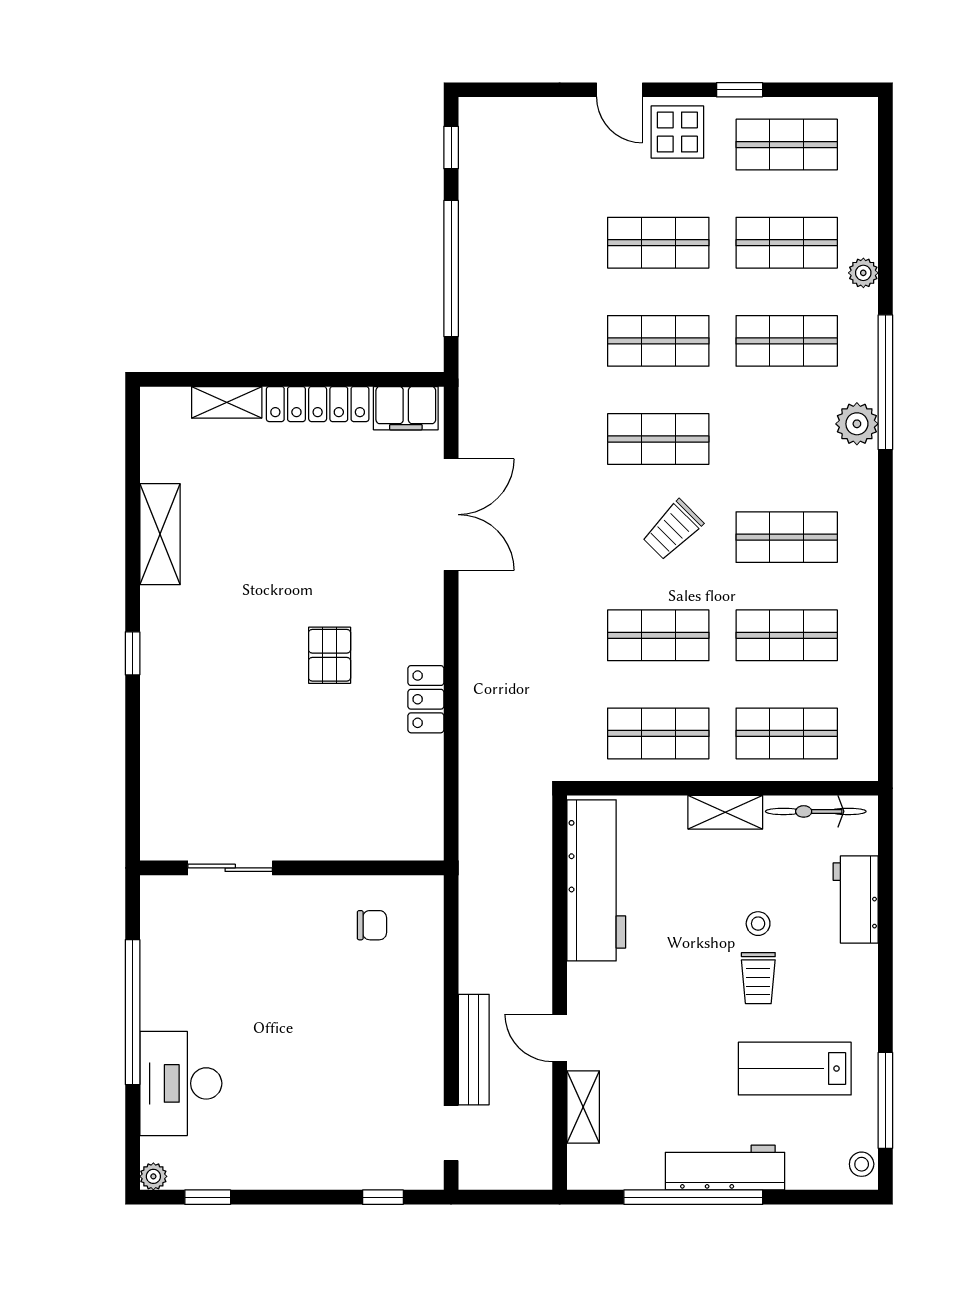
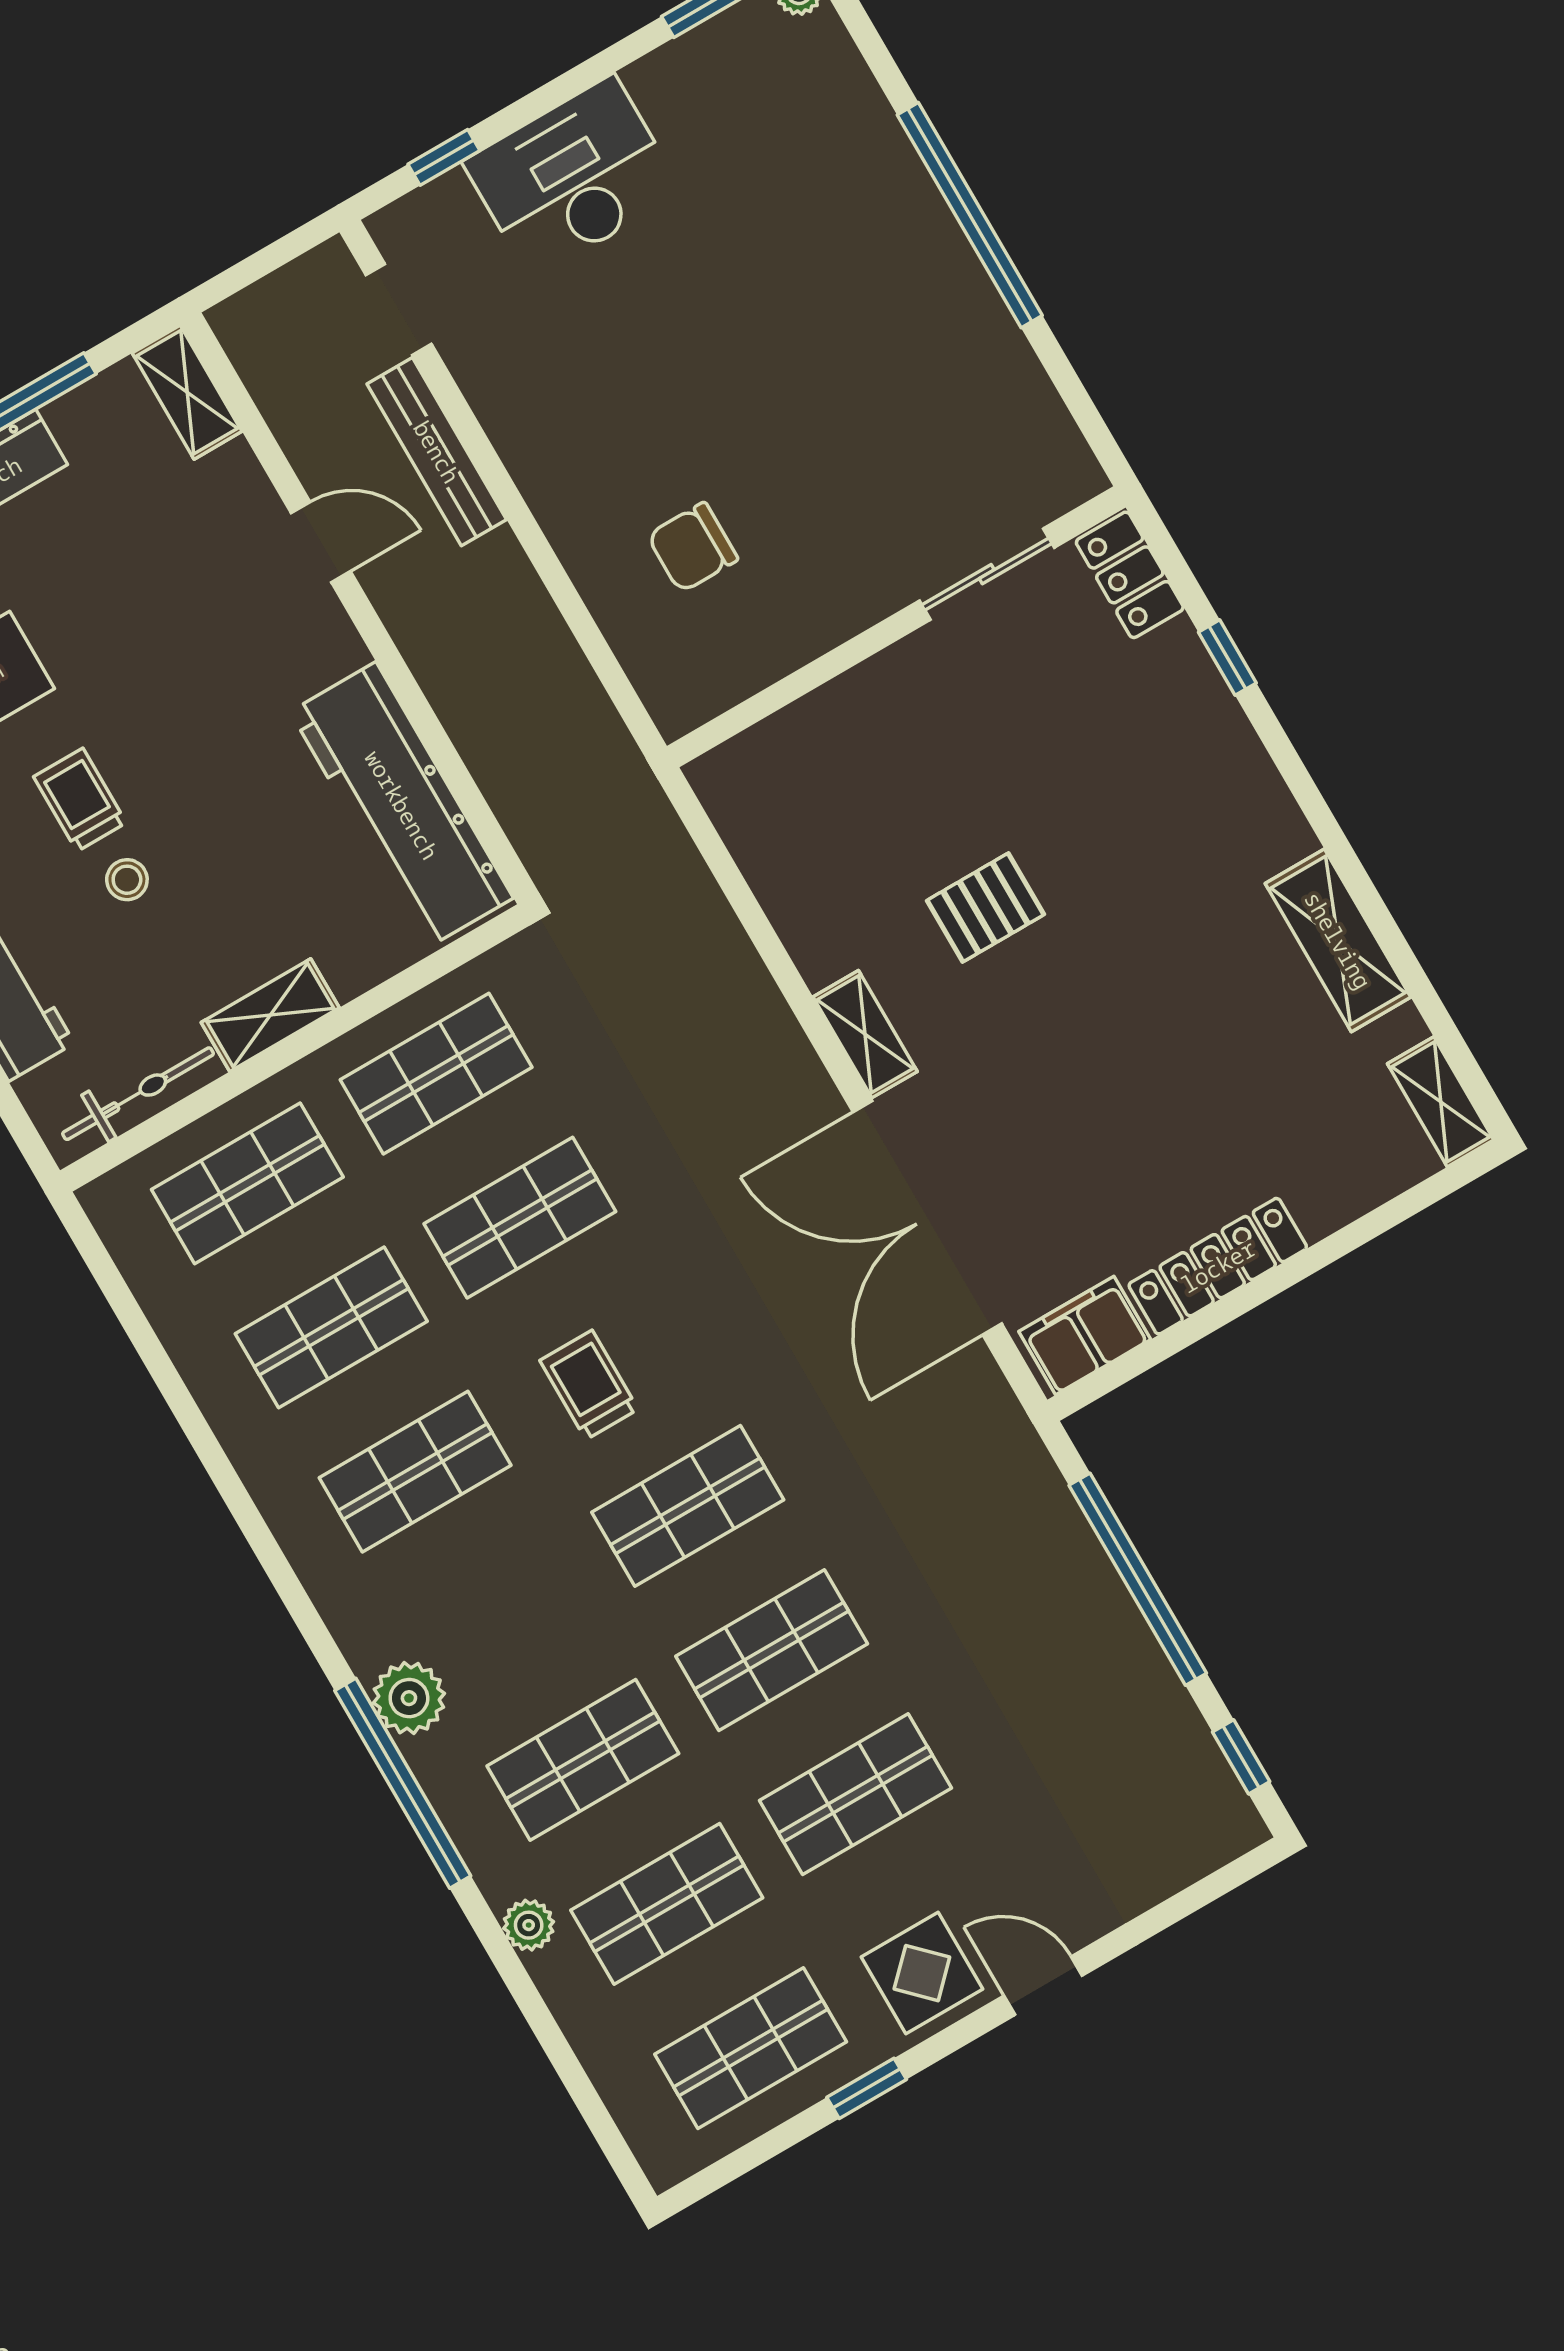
shelving: (227, 402) -> (1441, 1102), moved, turned 90
double door: (451, 515) -> (927, 1218), width x1.36
trolley: (673, 530) -> (589, 1385), turned -45
shelving: (428, 626) -> (865, 1034), added
window: (133, 653) -> (1227, 658), moved
pallet: (330, 655) -> (985, 907), turned 90
locker: (426, 699) -> (1130, 575), moved, turned 180
sliding door: (230, 868) -> (987, 574), moved
wall: (292, 868) -> (896, 627), moved
chair: (372, 925) -> (693, 547), width x1.37, depth x1.37
desk: (181, 1083) -> (573, 177), moved, turned -90
shelving: (583, 1107) -> (187, 392), moved

